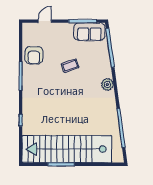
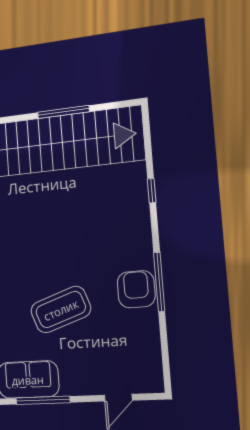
armchair: (34, 55) -> (136, 289), moved
coffee table: (70, 66) -> (61, 310), width x1.86, depth x1.72

